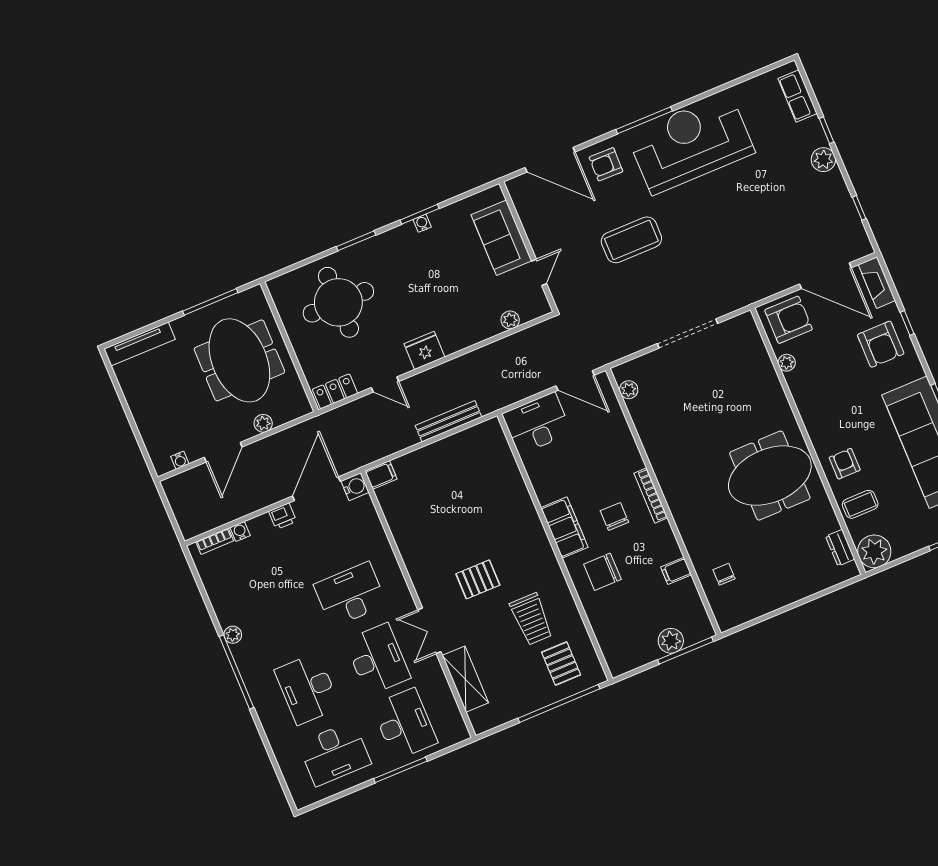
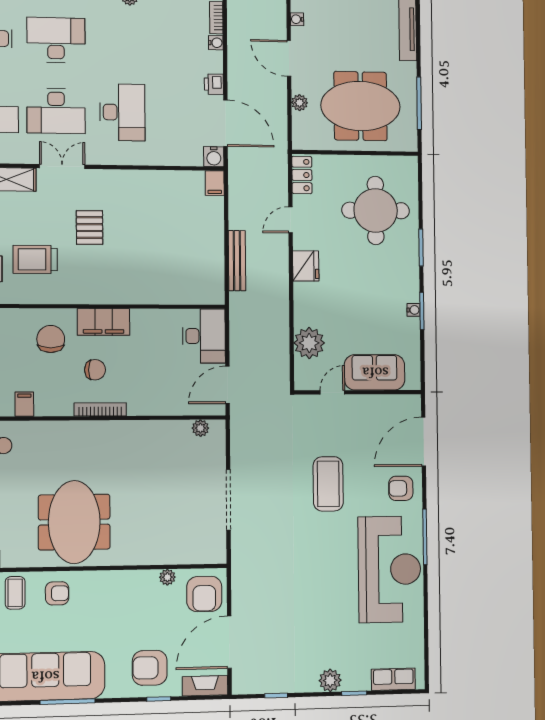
armchair: (606, 164) -> (401, 488), turned -91
door: (539, 272) -> (332, 392), swing flipped
plant: (510, 320) -> (309, 343), width x1.88, depth x1.88

